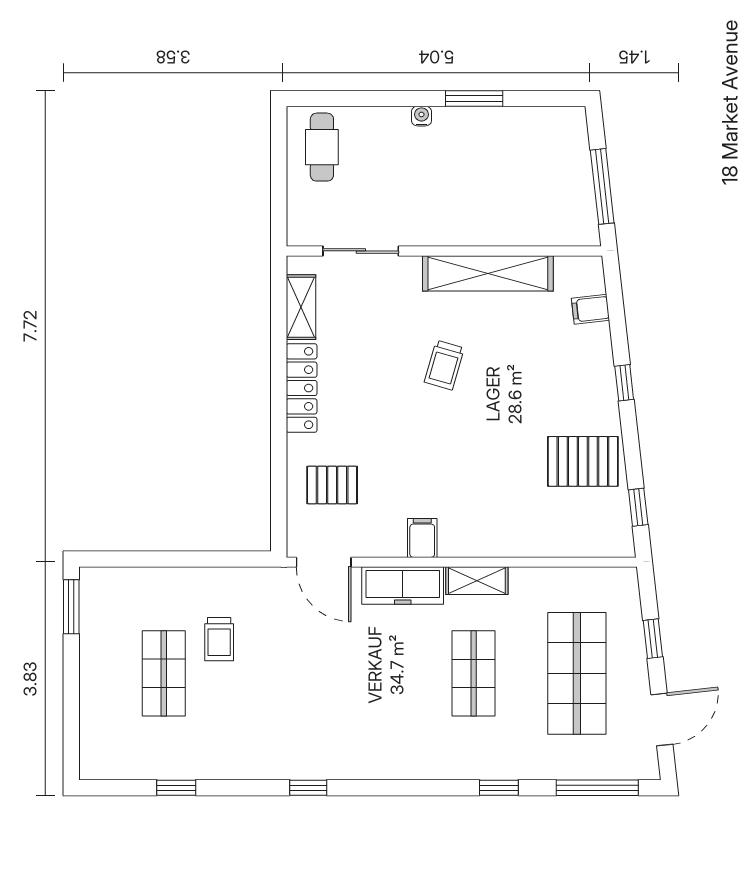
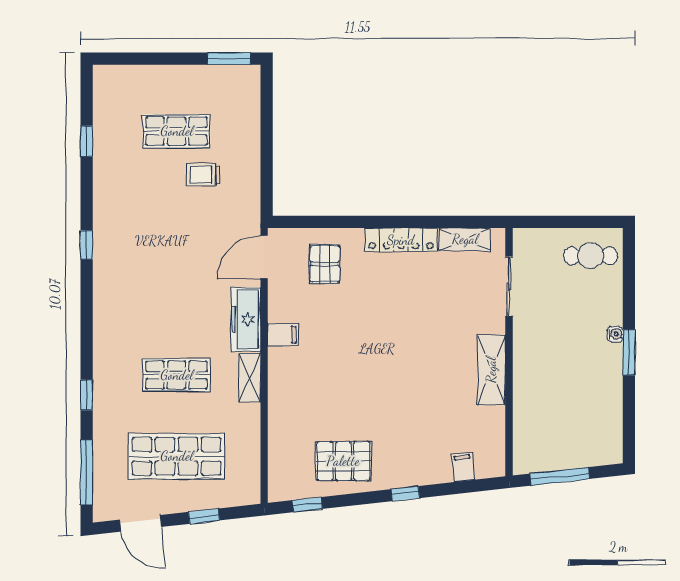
window: (474, 98) -> (629, 352), moved
shelving: (488, 273) -> (491, 370), width x0.68
trolley: (444, 365) -> (419, 352), removed
pallet: (583, 461) -> (343, 461), turned 90

